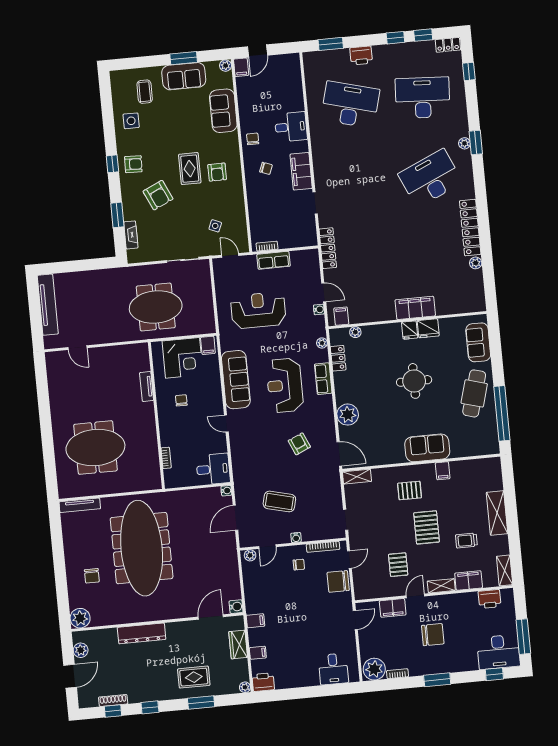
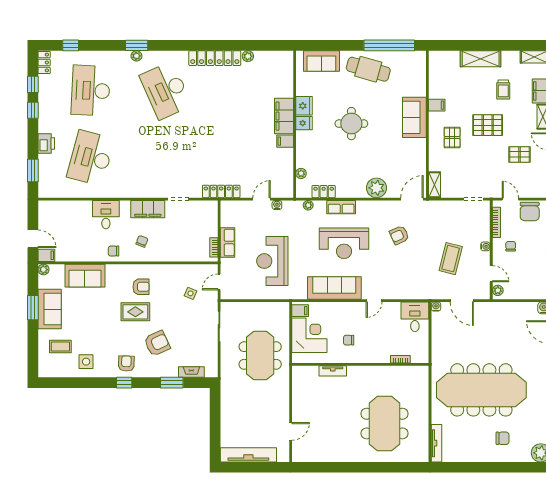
filing cabinet: (341, 316) -> (285, 141), moved

